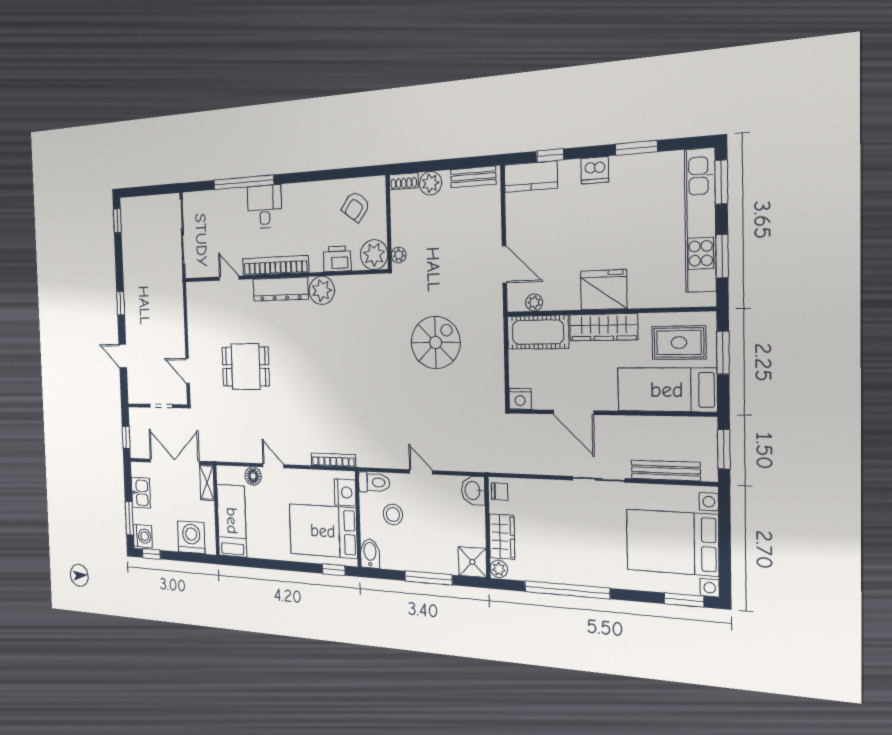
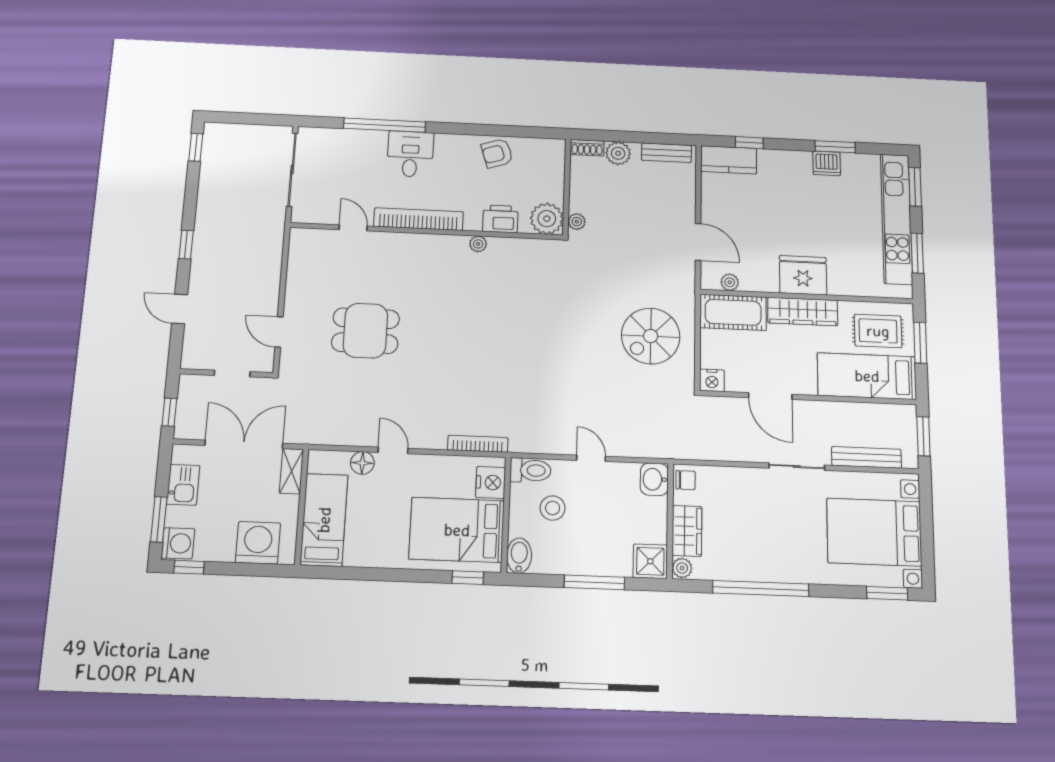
dishwasher: (595, 170) -> (827, 163), moved
armchair: (356, 207) -> (497, 153), moved, turned 36
dresser: (281, 289) -> (423, 246), removed
plant: (322, 290) -> (478, 244), width x0.53, depth x0.53
spiral stairs: (436, 342) -> (651, 336), moved, turned 180

